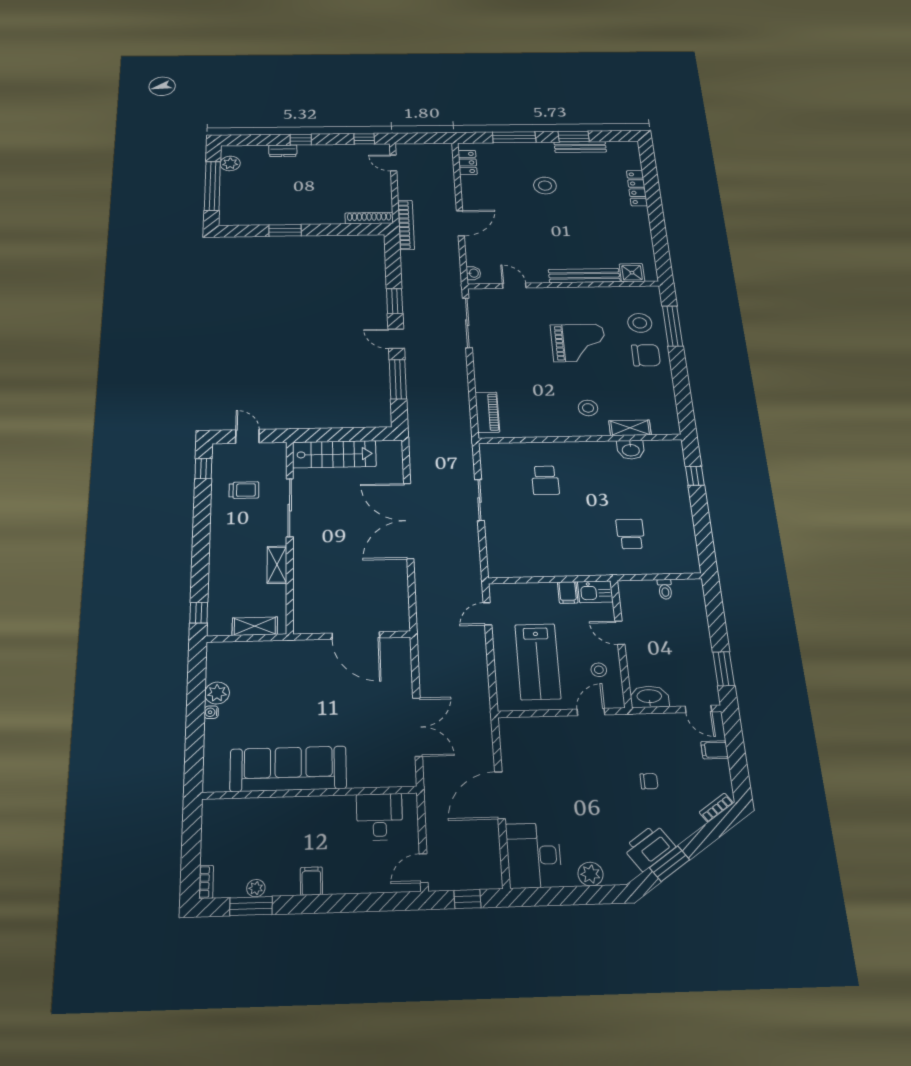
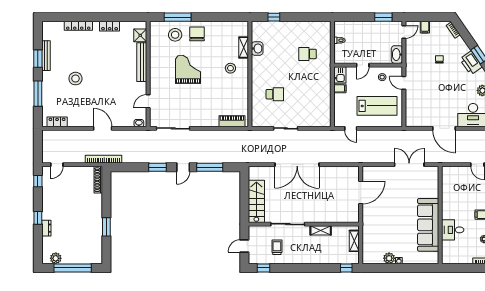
locker: (642, 230) -> (110, 26), added
desk: (380, 817) -> (453, 230), moved

